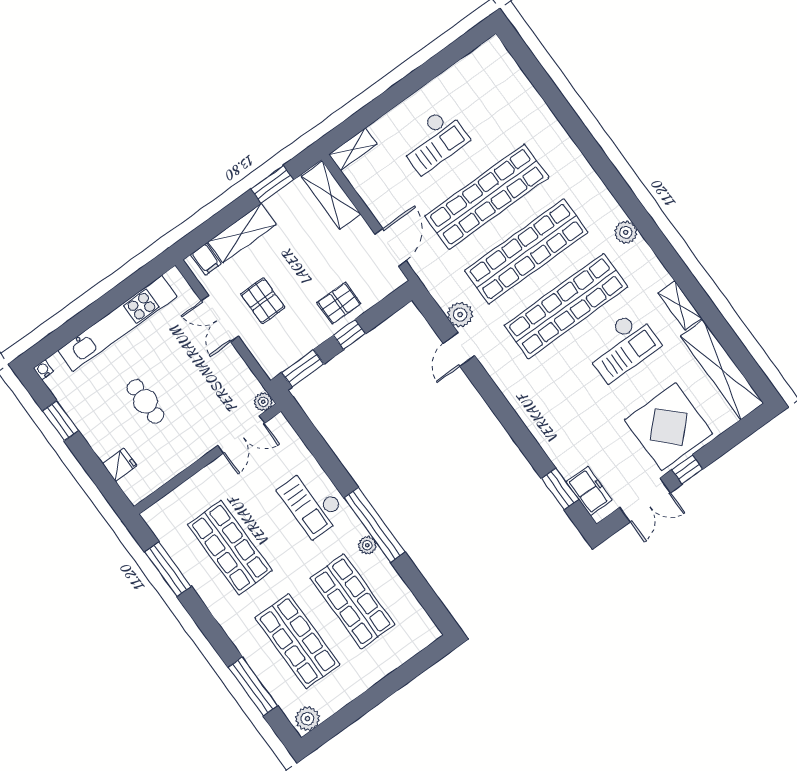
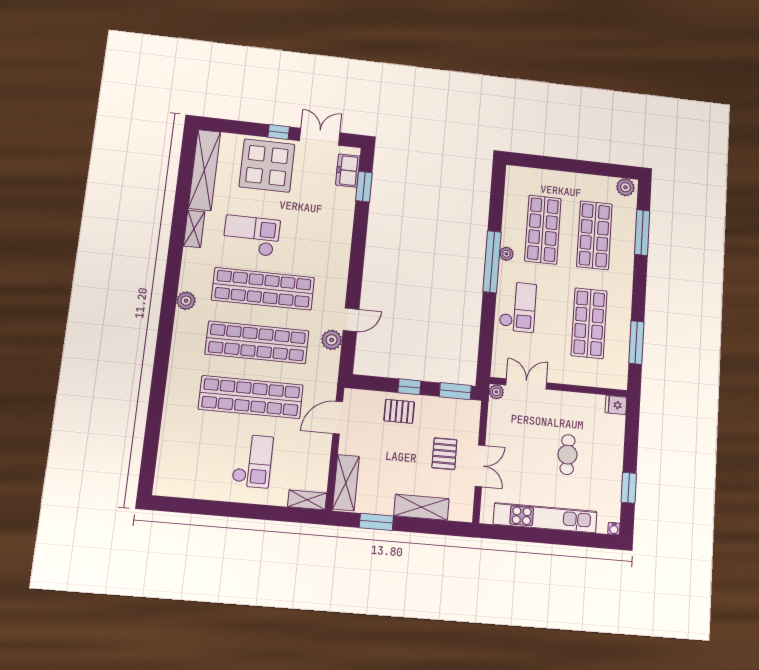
checkout: (433, 141) -> (253, 461), turned 90
filing cabinet: (206, 259) -> (457, 510), removed
fridge: (120, 465) -> (616, 405), moved

